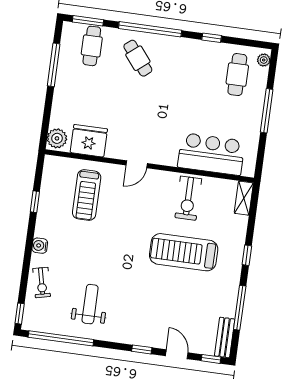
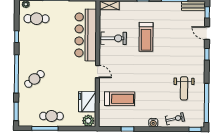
cafe table: (92, 46) -> (52, 116), moved
bar counter: (211, 154) -> (86, 35), width x1.36
treadmill: (184, 252) -> (146, 37), width x0.73, depth x0.73
weight bench: (90, 304) -> (184, 88), turned -90
door: (177, 354) -> (207, 33), hinge flipped

